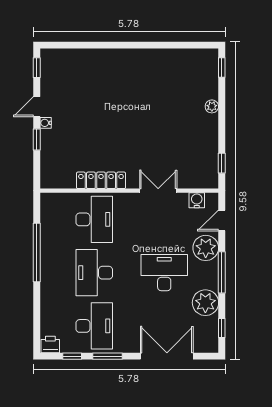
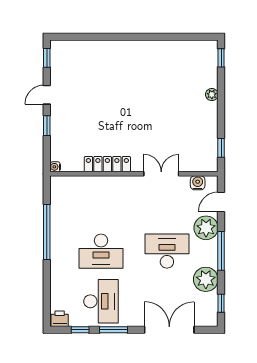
water cooler: (46, 123) -> (55, 167), moved
desk: (94, 219) -> (101, 201), removed
desk: (94, 273) -> (101, 251), turned -90

